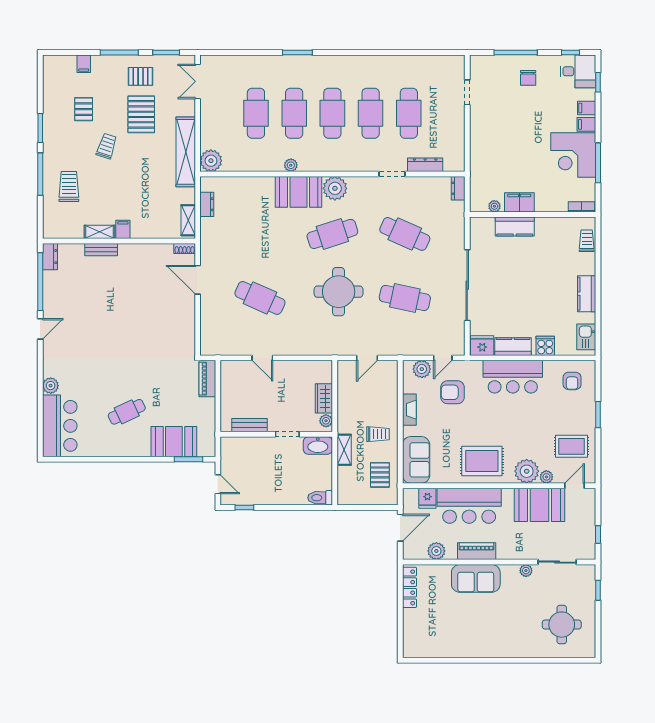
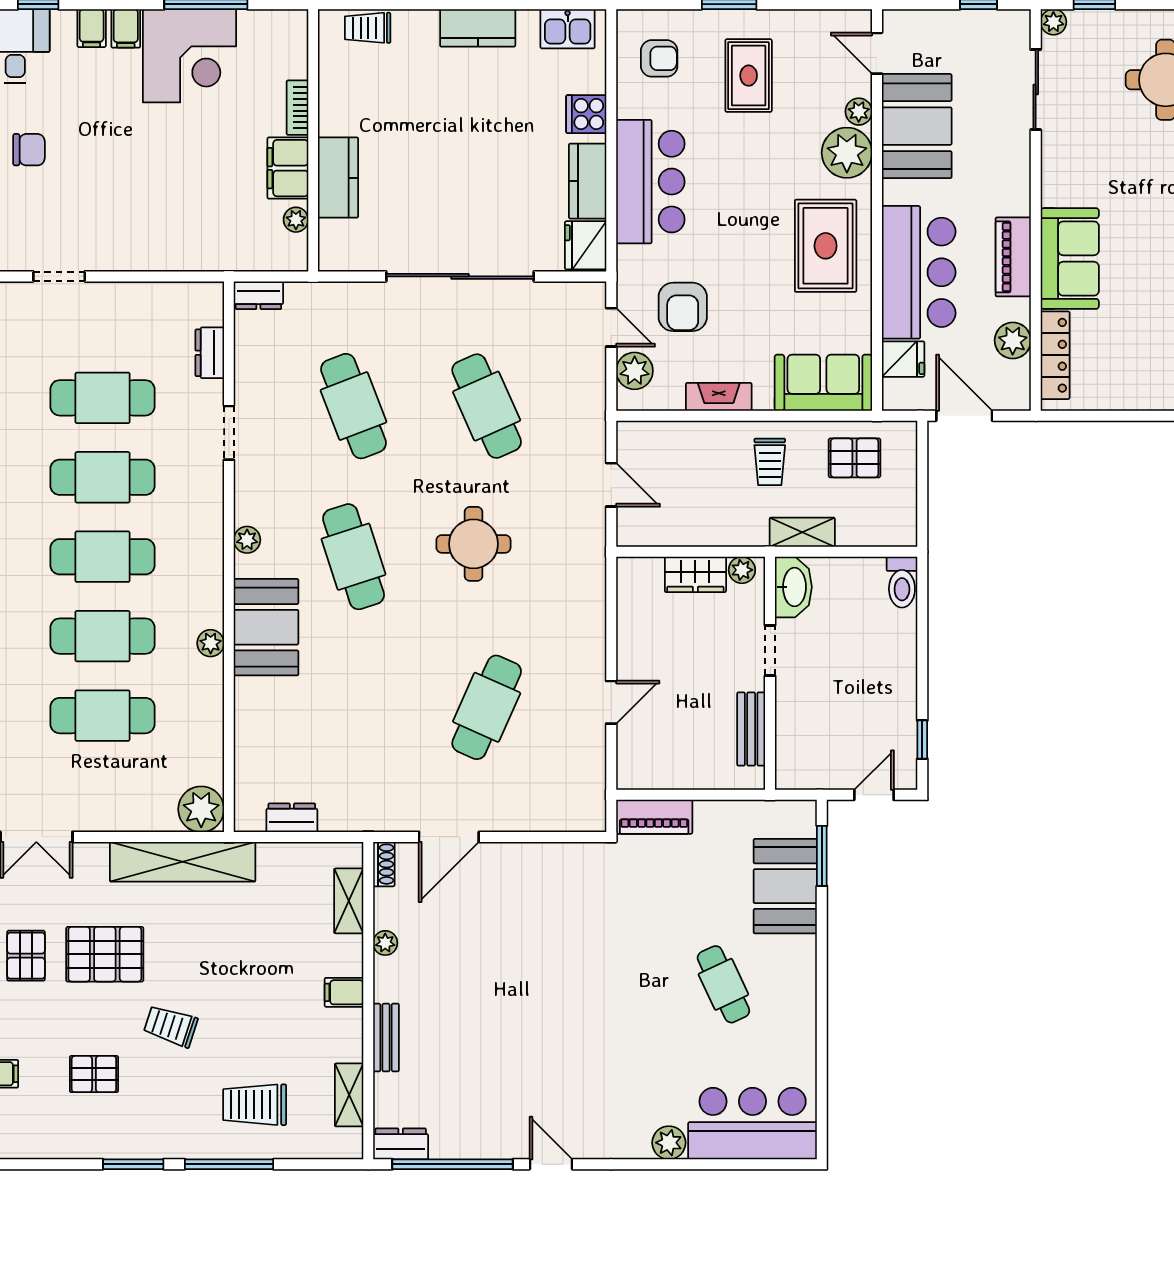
dresser: (425, 165) -> (210, 353), width x0.70
plant: (335, 188) -> (247, 540), width x0.53, depth x0.53
bookcase: (582, 207) -> (297, 108), moved
shelving: (188, 220) -> (349, 901), moved, turned 90
shelving: (100, 232) -> (349, 1095), moved
cafe table: (405, 234) -> (354, 406), turned -45
plant: (147, 249) -> (385, 943), added
round table: (339, 292) -> (473, 544), width x0.73, depth x0.73
cafe table: (405, 298) -> (487, 406), turned -36
trolley: (378, 434) -> (770, 462), turned 180
rug: (571, 446) -> (749, 76), moved
plant: (526, 571) -> (1053, 22), moved
locker: (409, 587) -> (1055, 355), moved, turned 90

